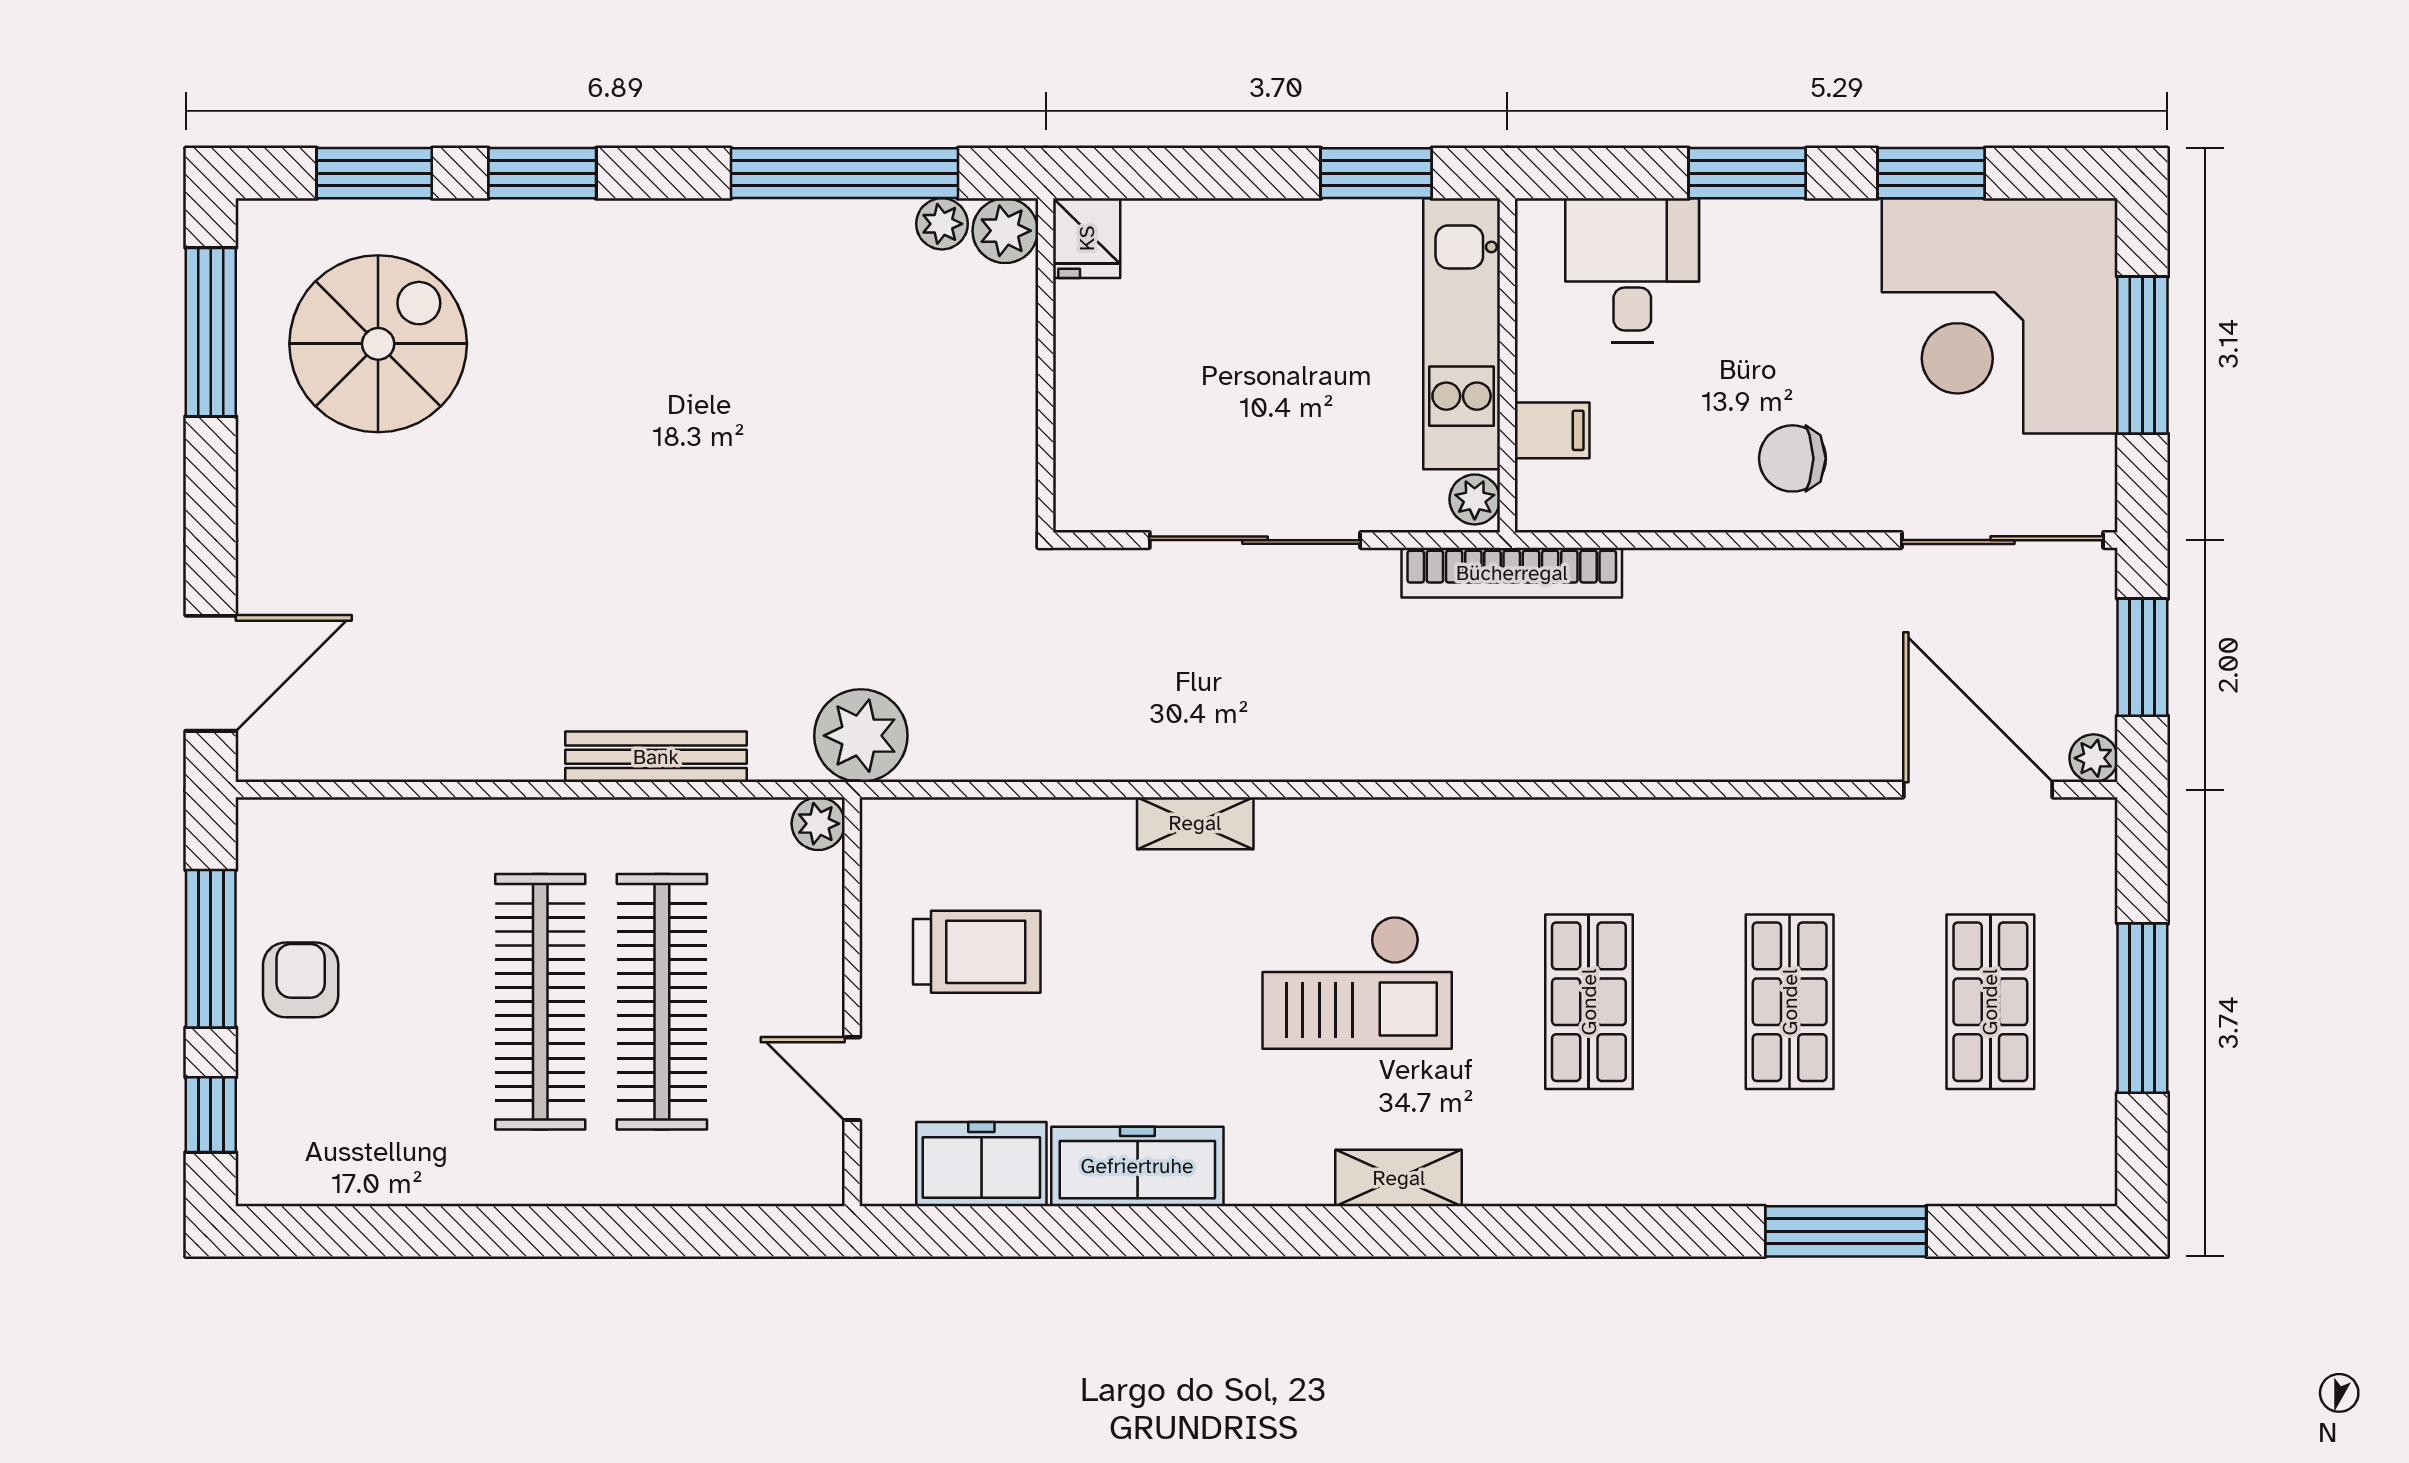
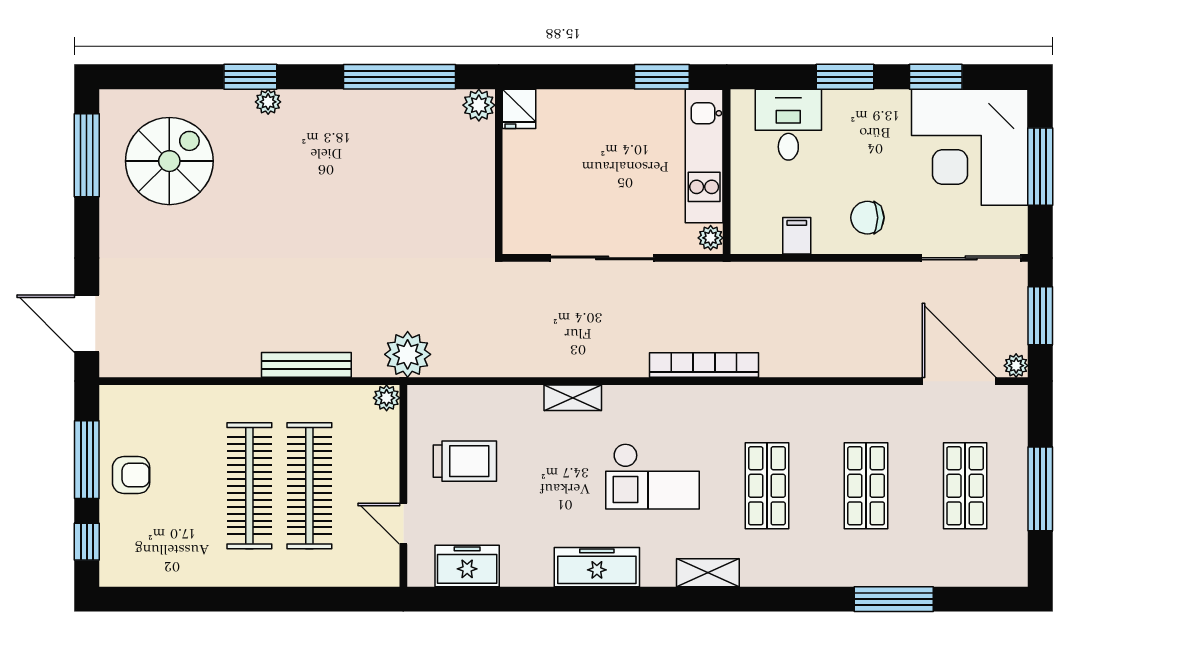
window: (374, 173) -> (167, 77), removed
plant: (942, 224) -> (268, 102), moved
filing cabinet: (1552, 430) -> (797, 236), moved, turned -90
bookcase: (1512, 573) -> (704, 365), moved, turned 180
door: (211, 673) -> (87, 324), swing flipped
armchair: (301, 980) -> (131, 475), turned 90
freezer: (1137, 1166) -> (597, 567), moved
shelving: (1399, 1178) -> (708, 573), moved

